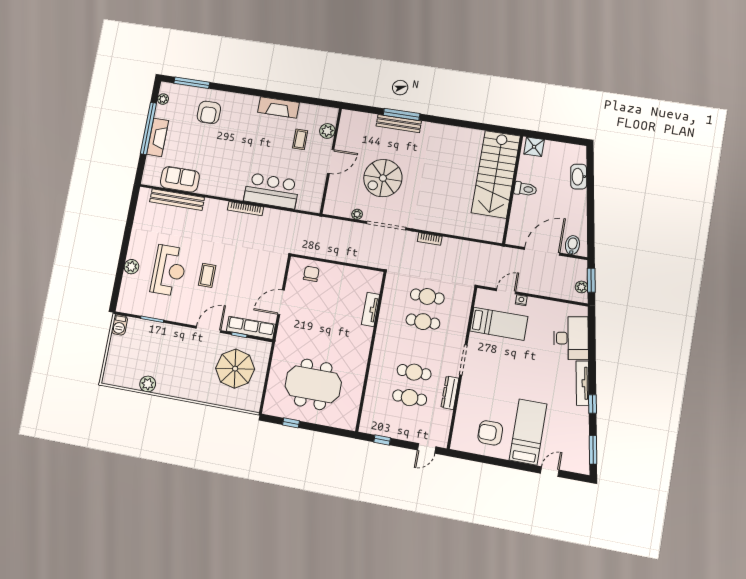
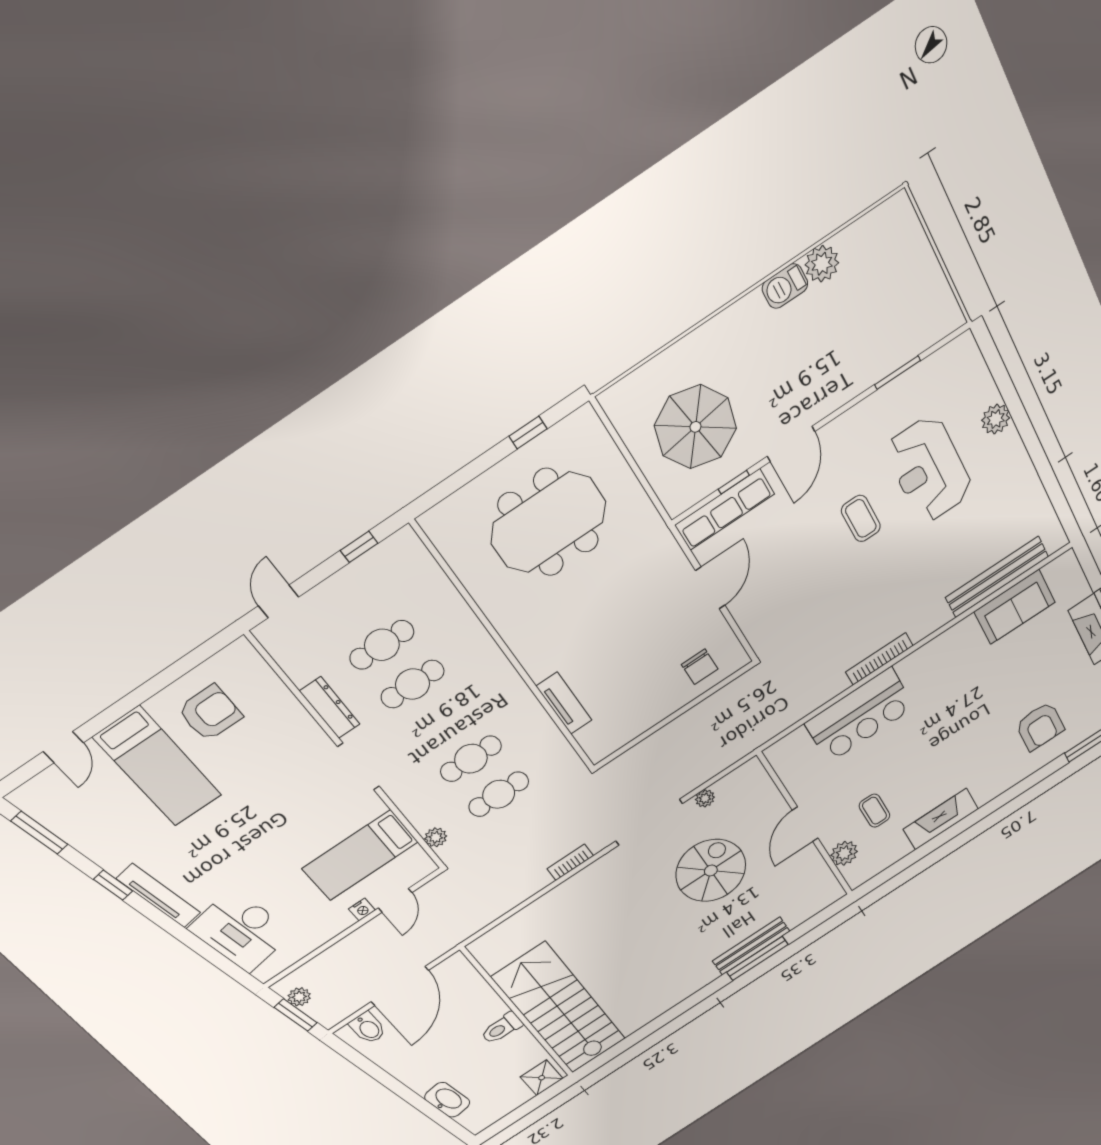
armchair: (209, 112) -> (1040, 726), turned 180
plant: (466, 302) -> (436, 837), added
barbecue: (120, 325) -> (785, 286), moved, turned -90

